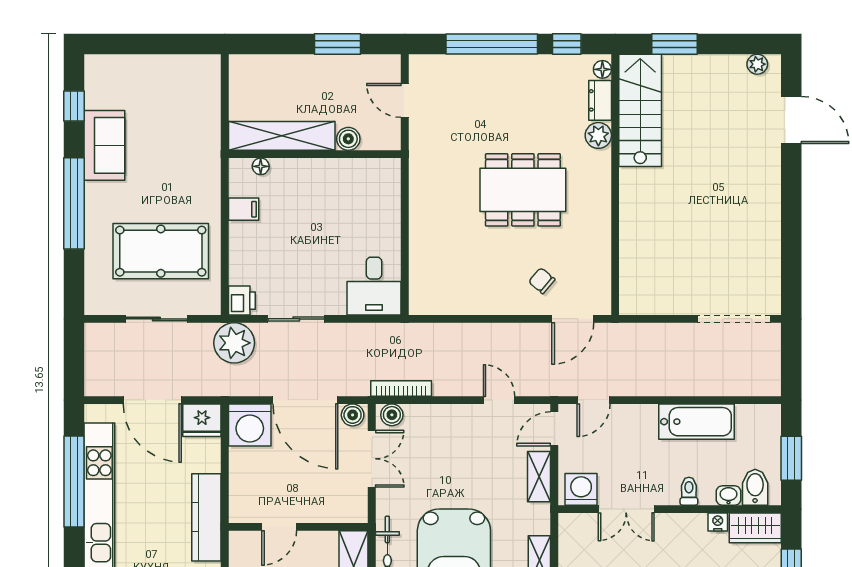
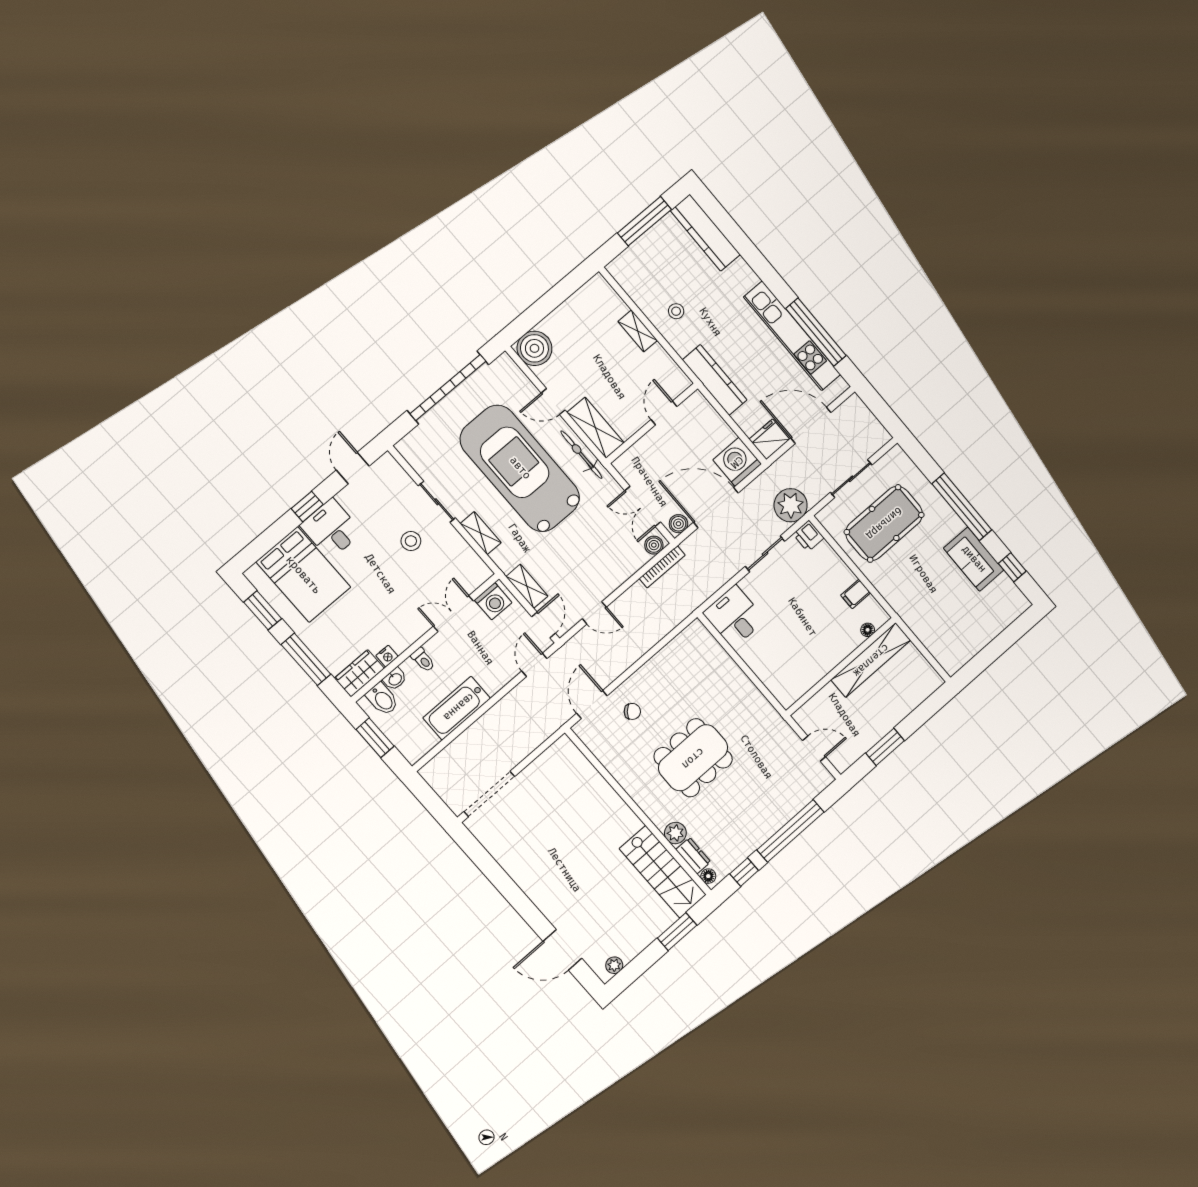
boiler: (348, 139) -> (828, 694), removed

